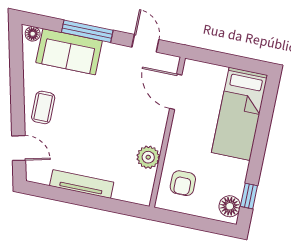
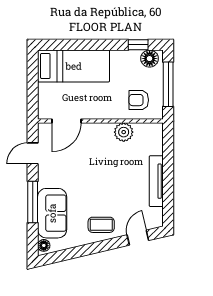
armchair: (183, 183) -> (139, 100), turned 180
window: (194, 222) -> (168, 84), added

